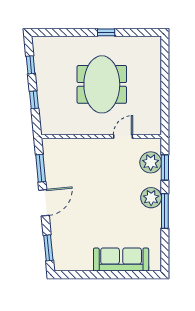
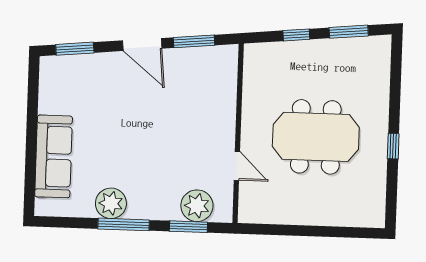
window: (31, 65) -> (349, 32), width x1.50
plant: (151, 198) -> (111, 203), moved

